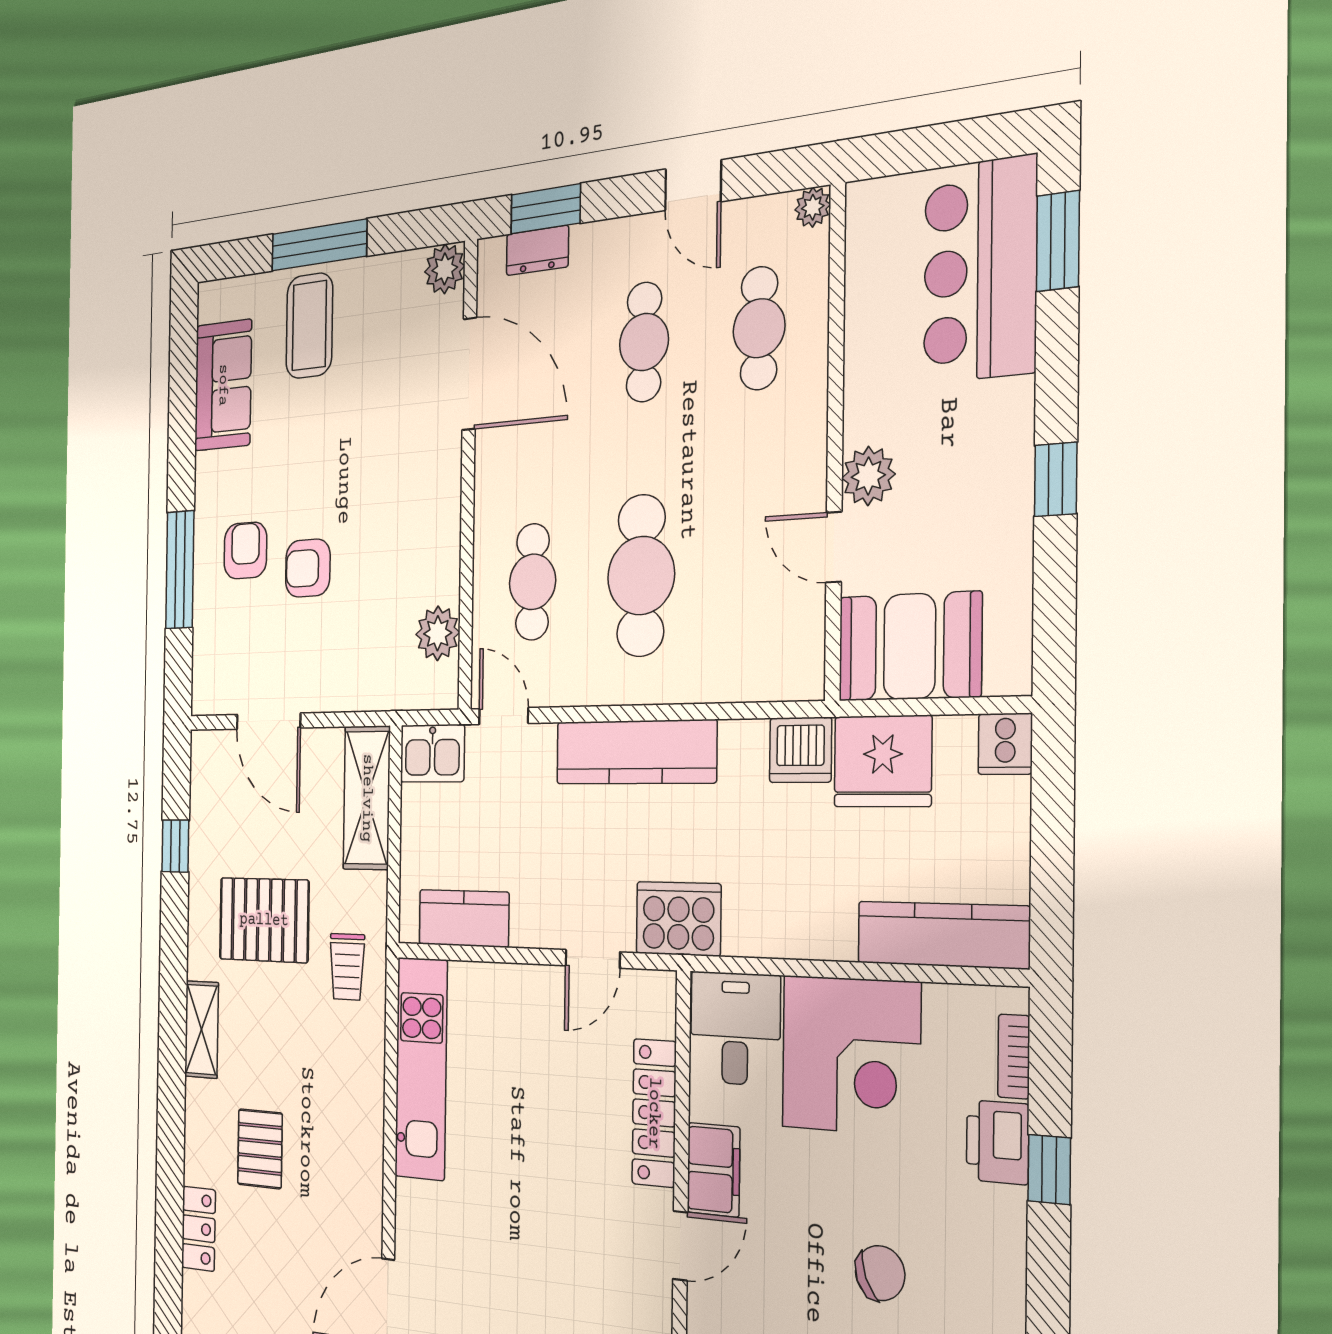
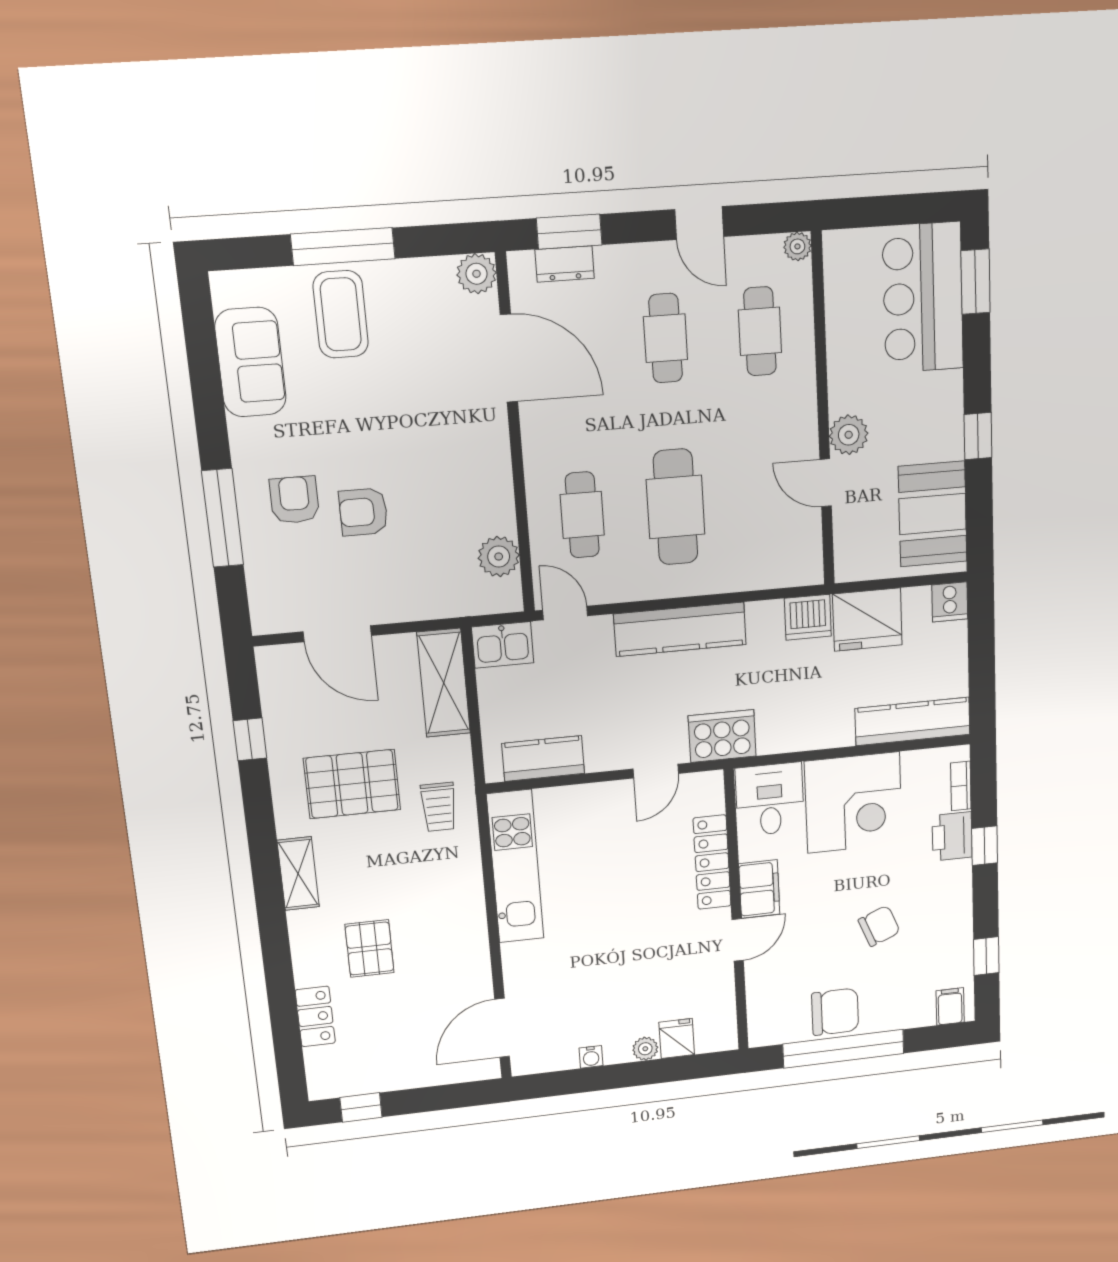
booth: (910, 647) -> (933, 514), moved, turned 90

